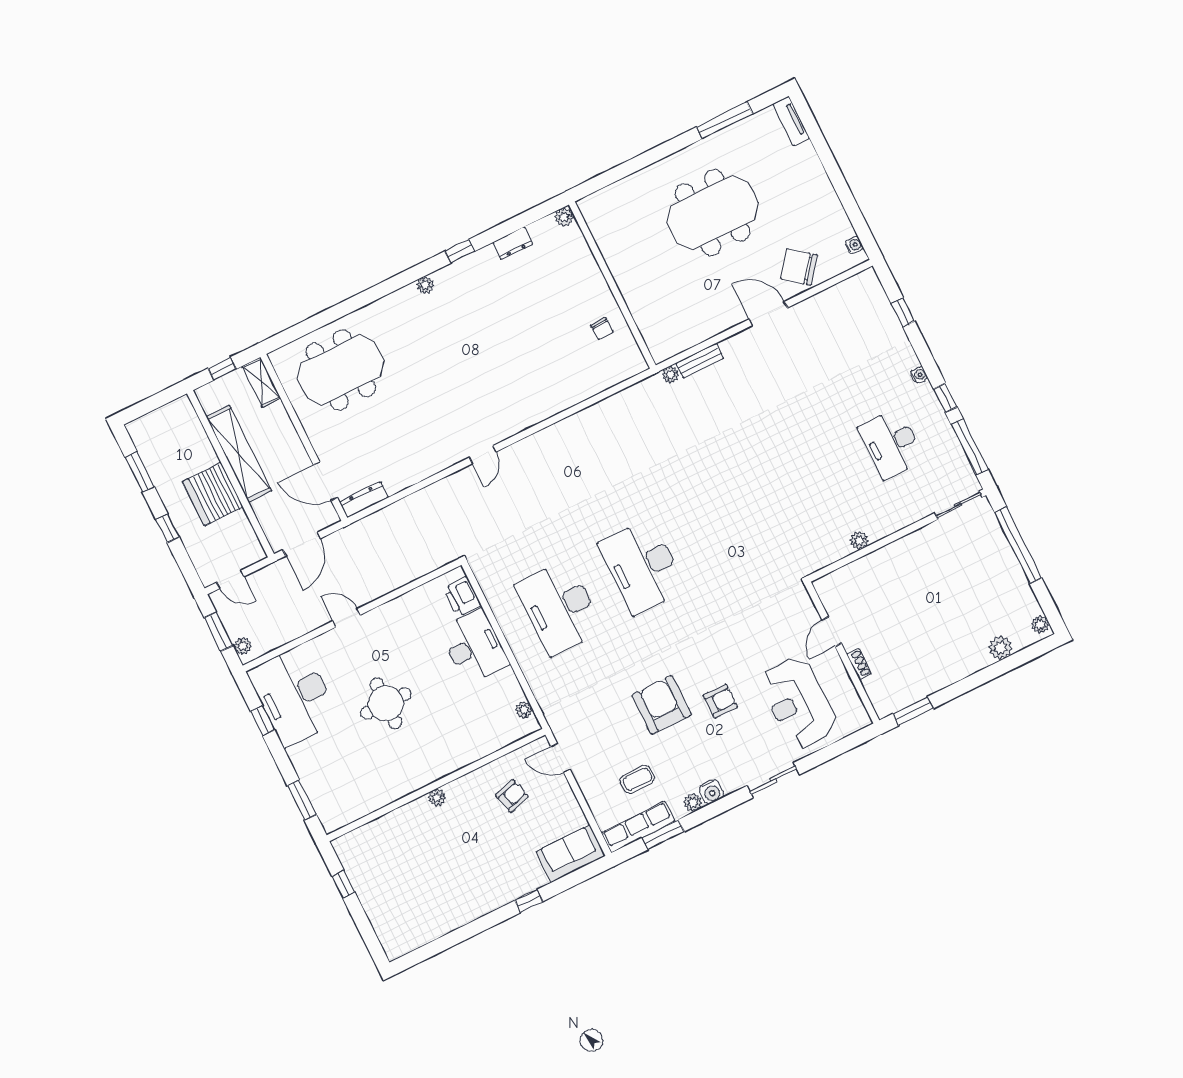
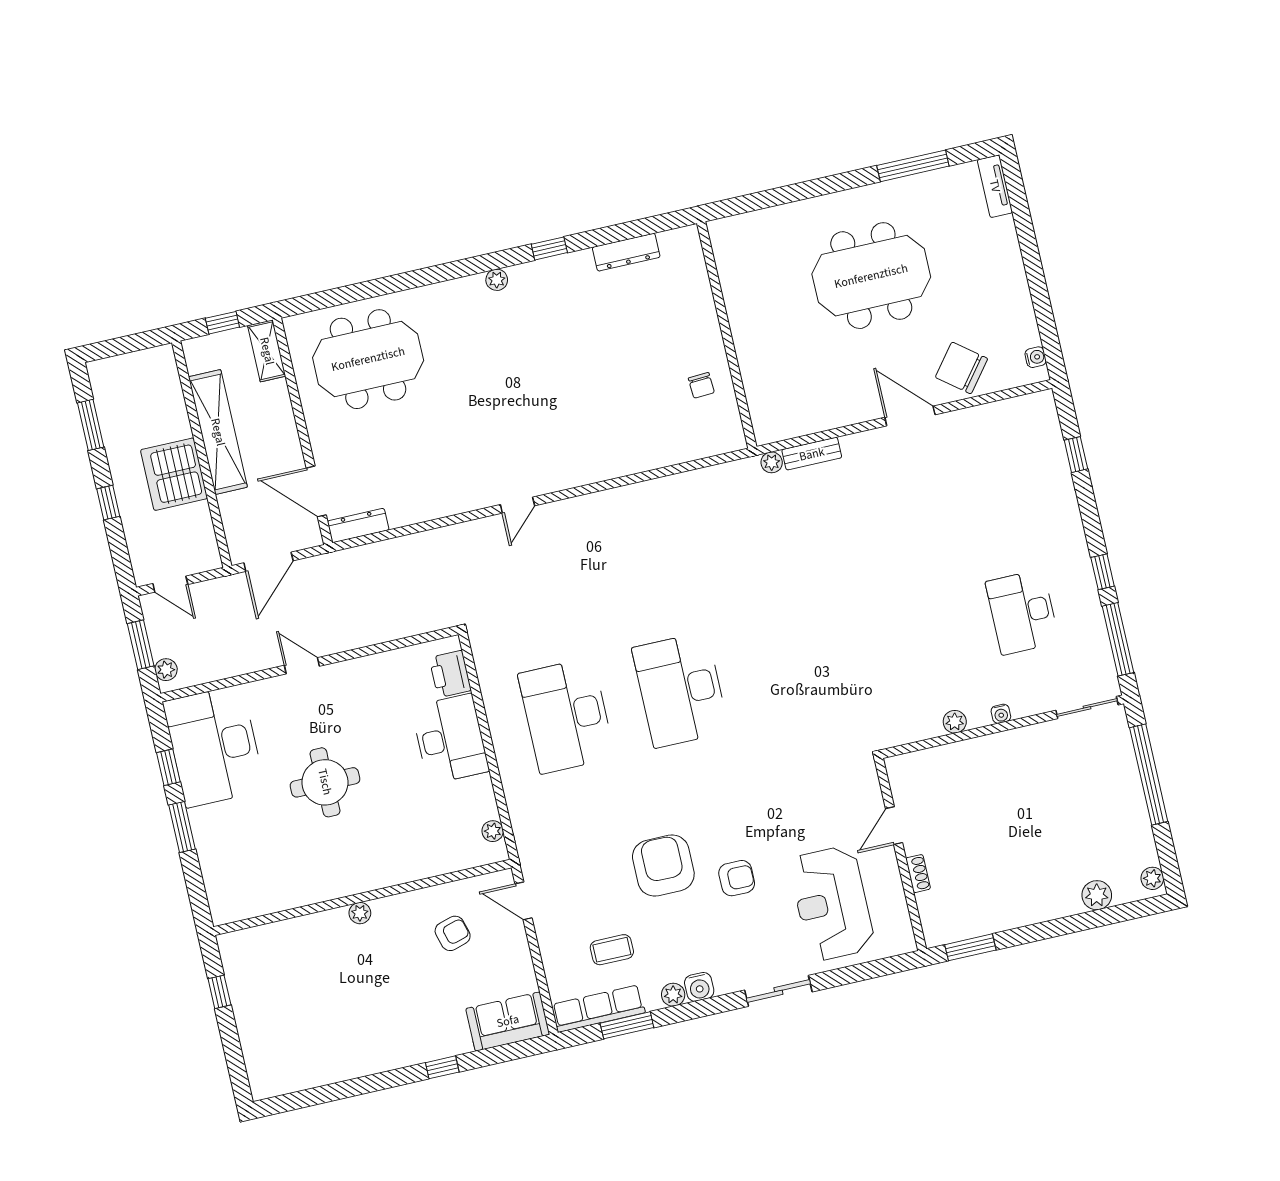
plant: (564, 217) -> (687, 237), removed
dresser: (513, 243) -> (626, 252), width x1.44
water cooler: (919, 375) -> (1001, 714), moved, turned 90
window: (302, 800) -> (182, 827), moved

